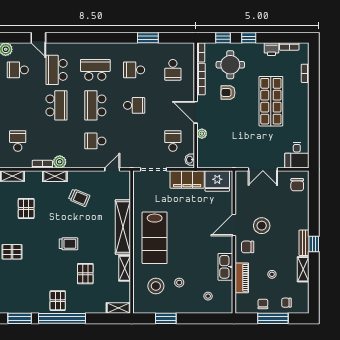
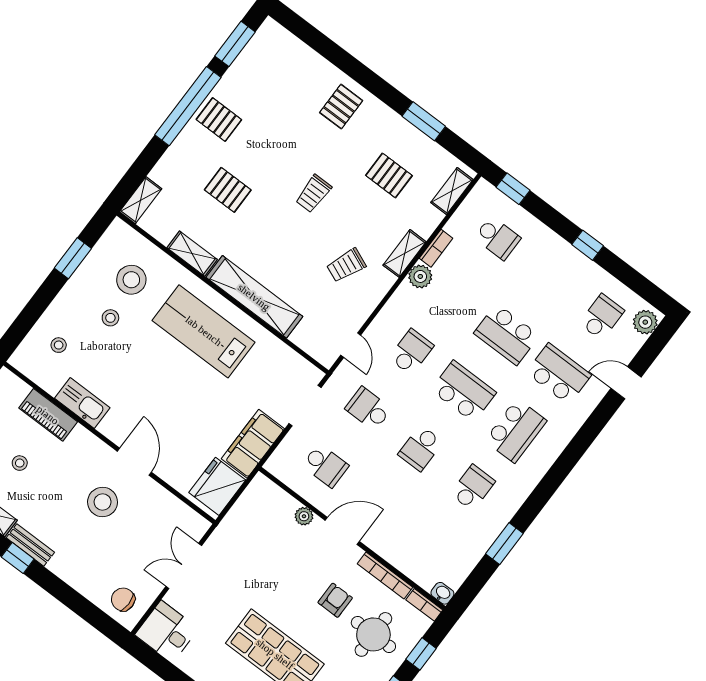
school desk: (173, 70) -> (368, 409), moved
washbasin: (190, 160) -> (442, 593), moved
trolley: (69, 244) -> (314, 194), moved
chair: (248, 247) -> (87, 458), removed

